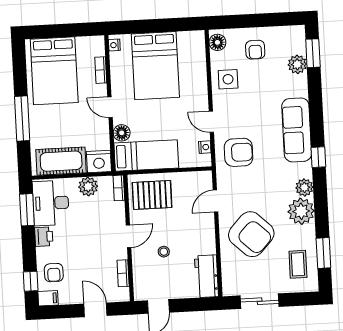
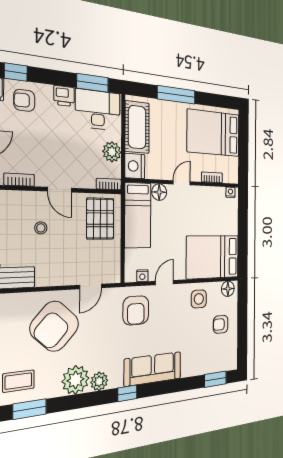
plant: (297, 64) -> (207, 365), removed
bed: (155, 66) -> (213, 257), moved
door: (215, 201) -> (91, 286), swing flipped

